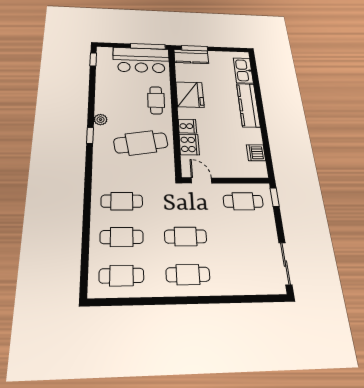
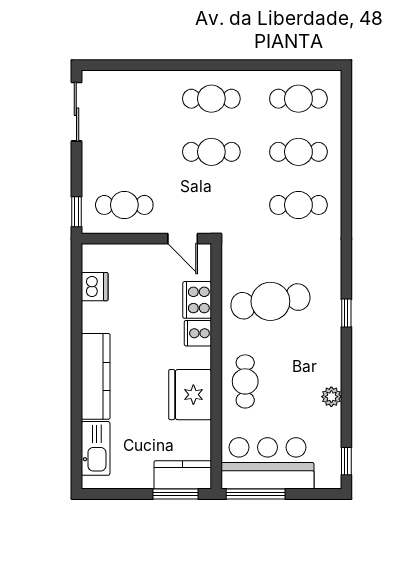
plant: (101, 120) -> (331, 397), moved

